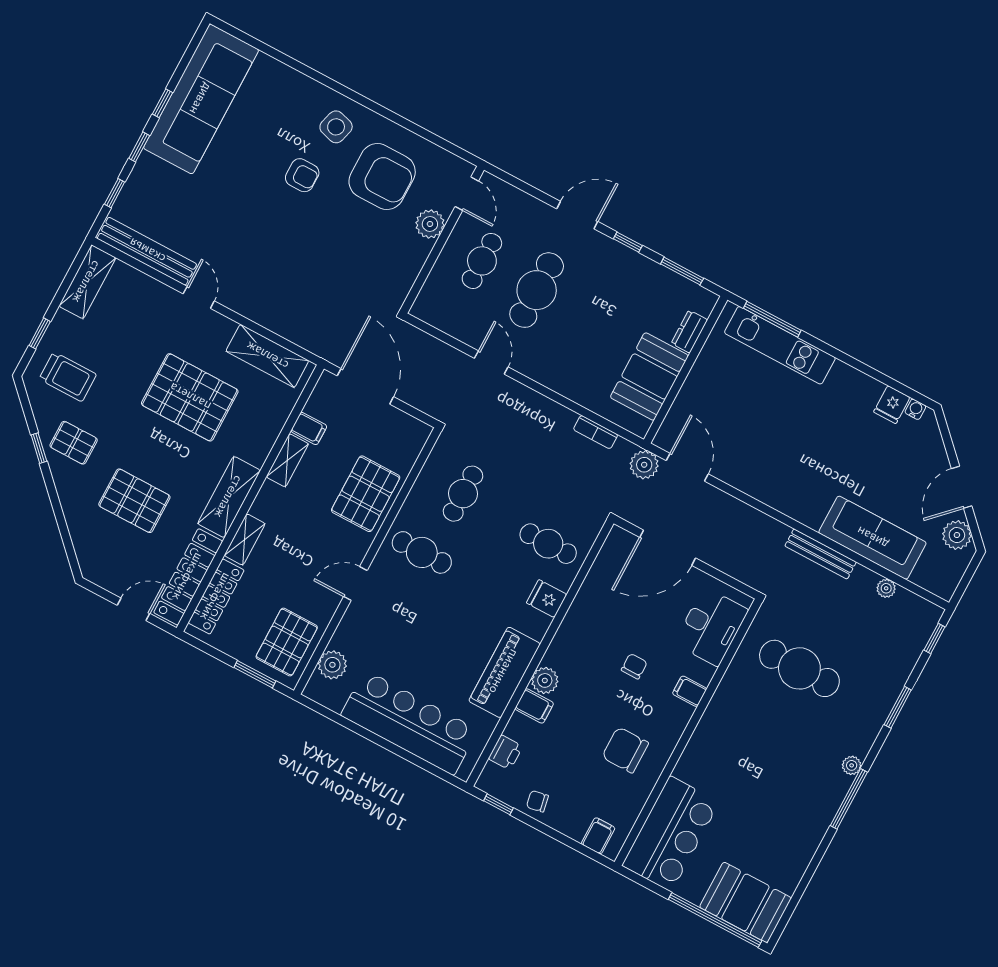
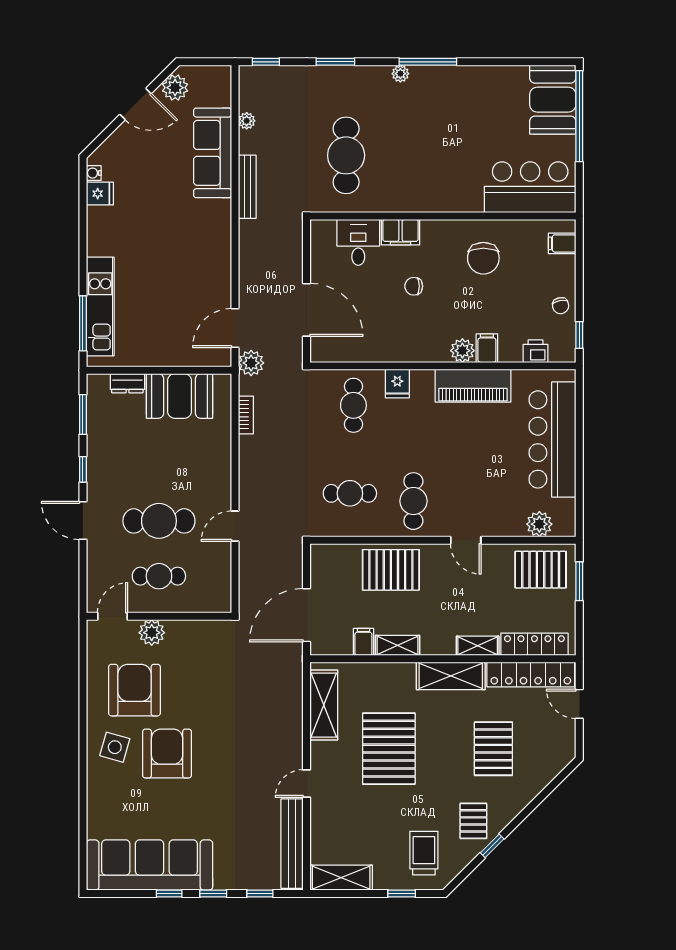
armchair: (302, 175) -> (167, 754), width x1.88, depth x1.88
desk: (711, 627) -> (358, 242), width x0.73
filing cabinet: (690, 691) -> (401, 232), width x2.00

